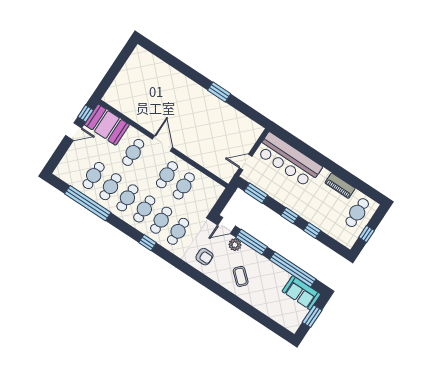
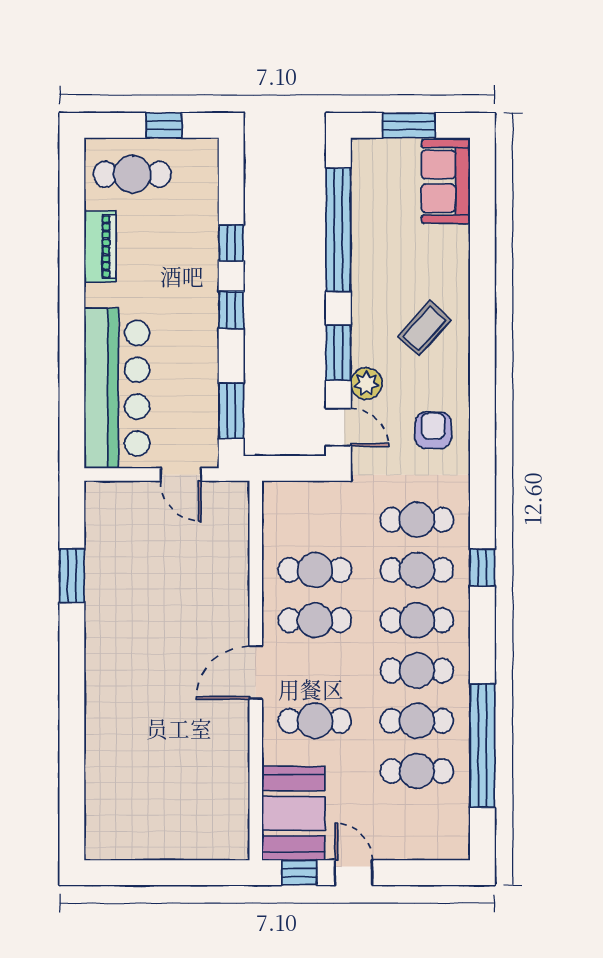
window: (219, 92) -> (72, 576), moved
window: (252, 242) -> (338, 353), width x0.69
sofa: (301, 293) -> (446, 181), moved, turned 180

